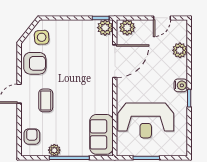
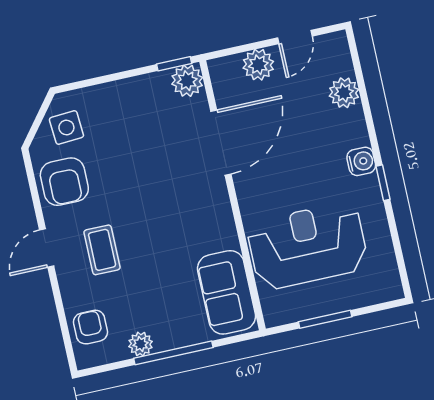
plant: (127, 27) -> (258, 65), moved
armchair: (35, 63) -> (64, 182), turned 90
reception desk: (146, 120) -> (308, 246), turned 180

